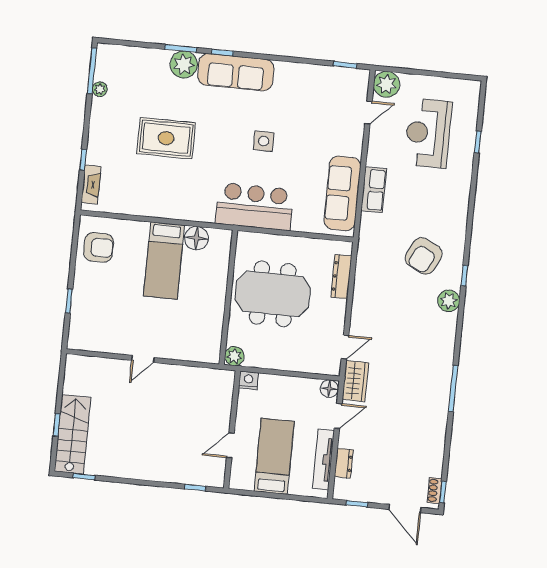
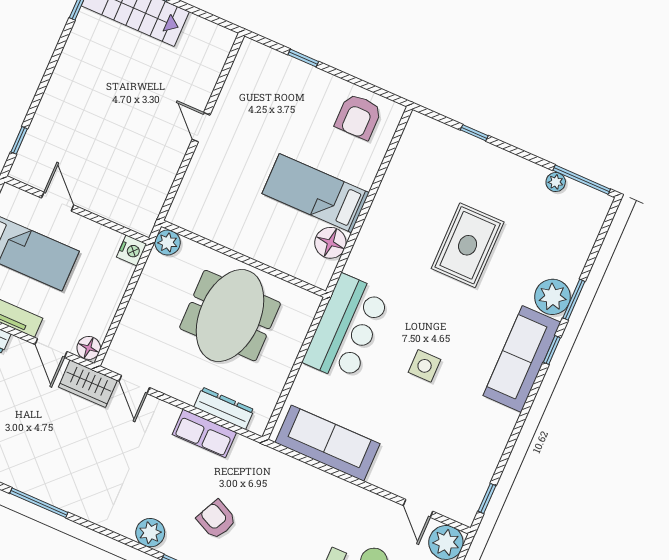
fireplace: (91, 185) -> (440, 133), removed
row of seats: (374, 190) -> (204, 433), moved
armchair: (424, 256) -> (216, 519), width x0.72, depth x0.72

